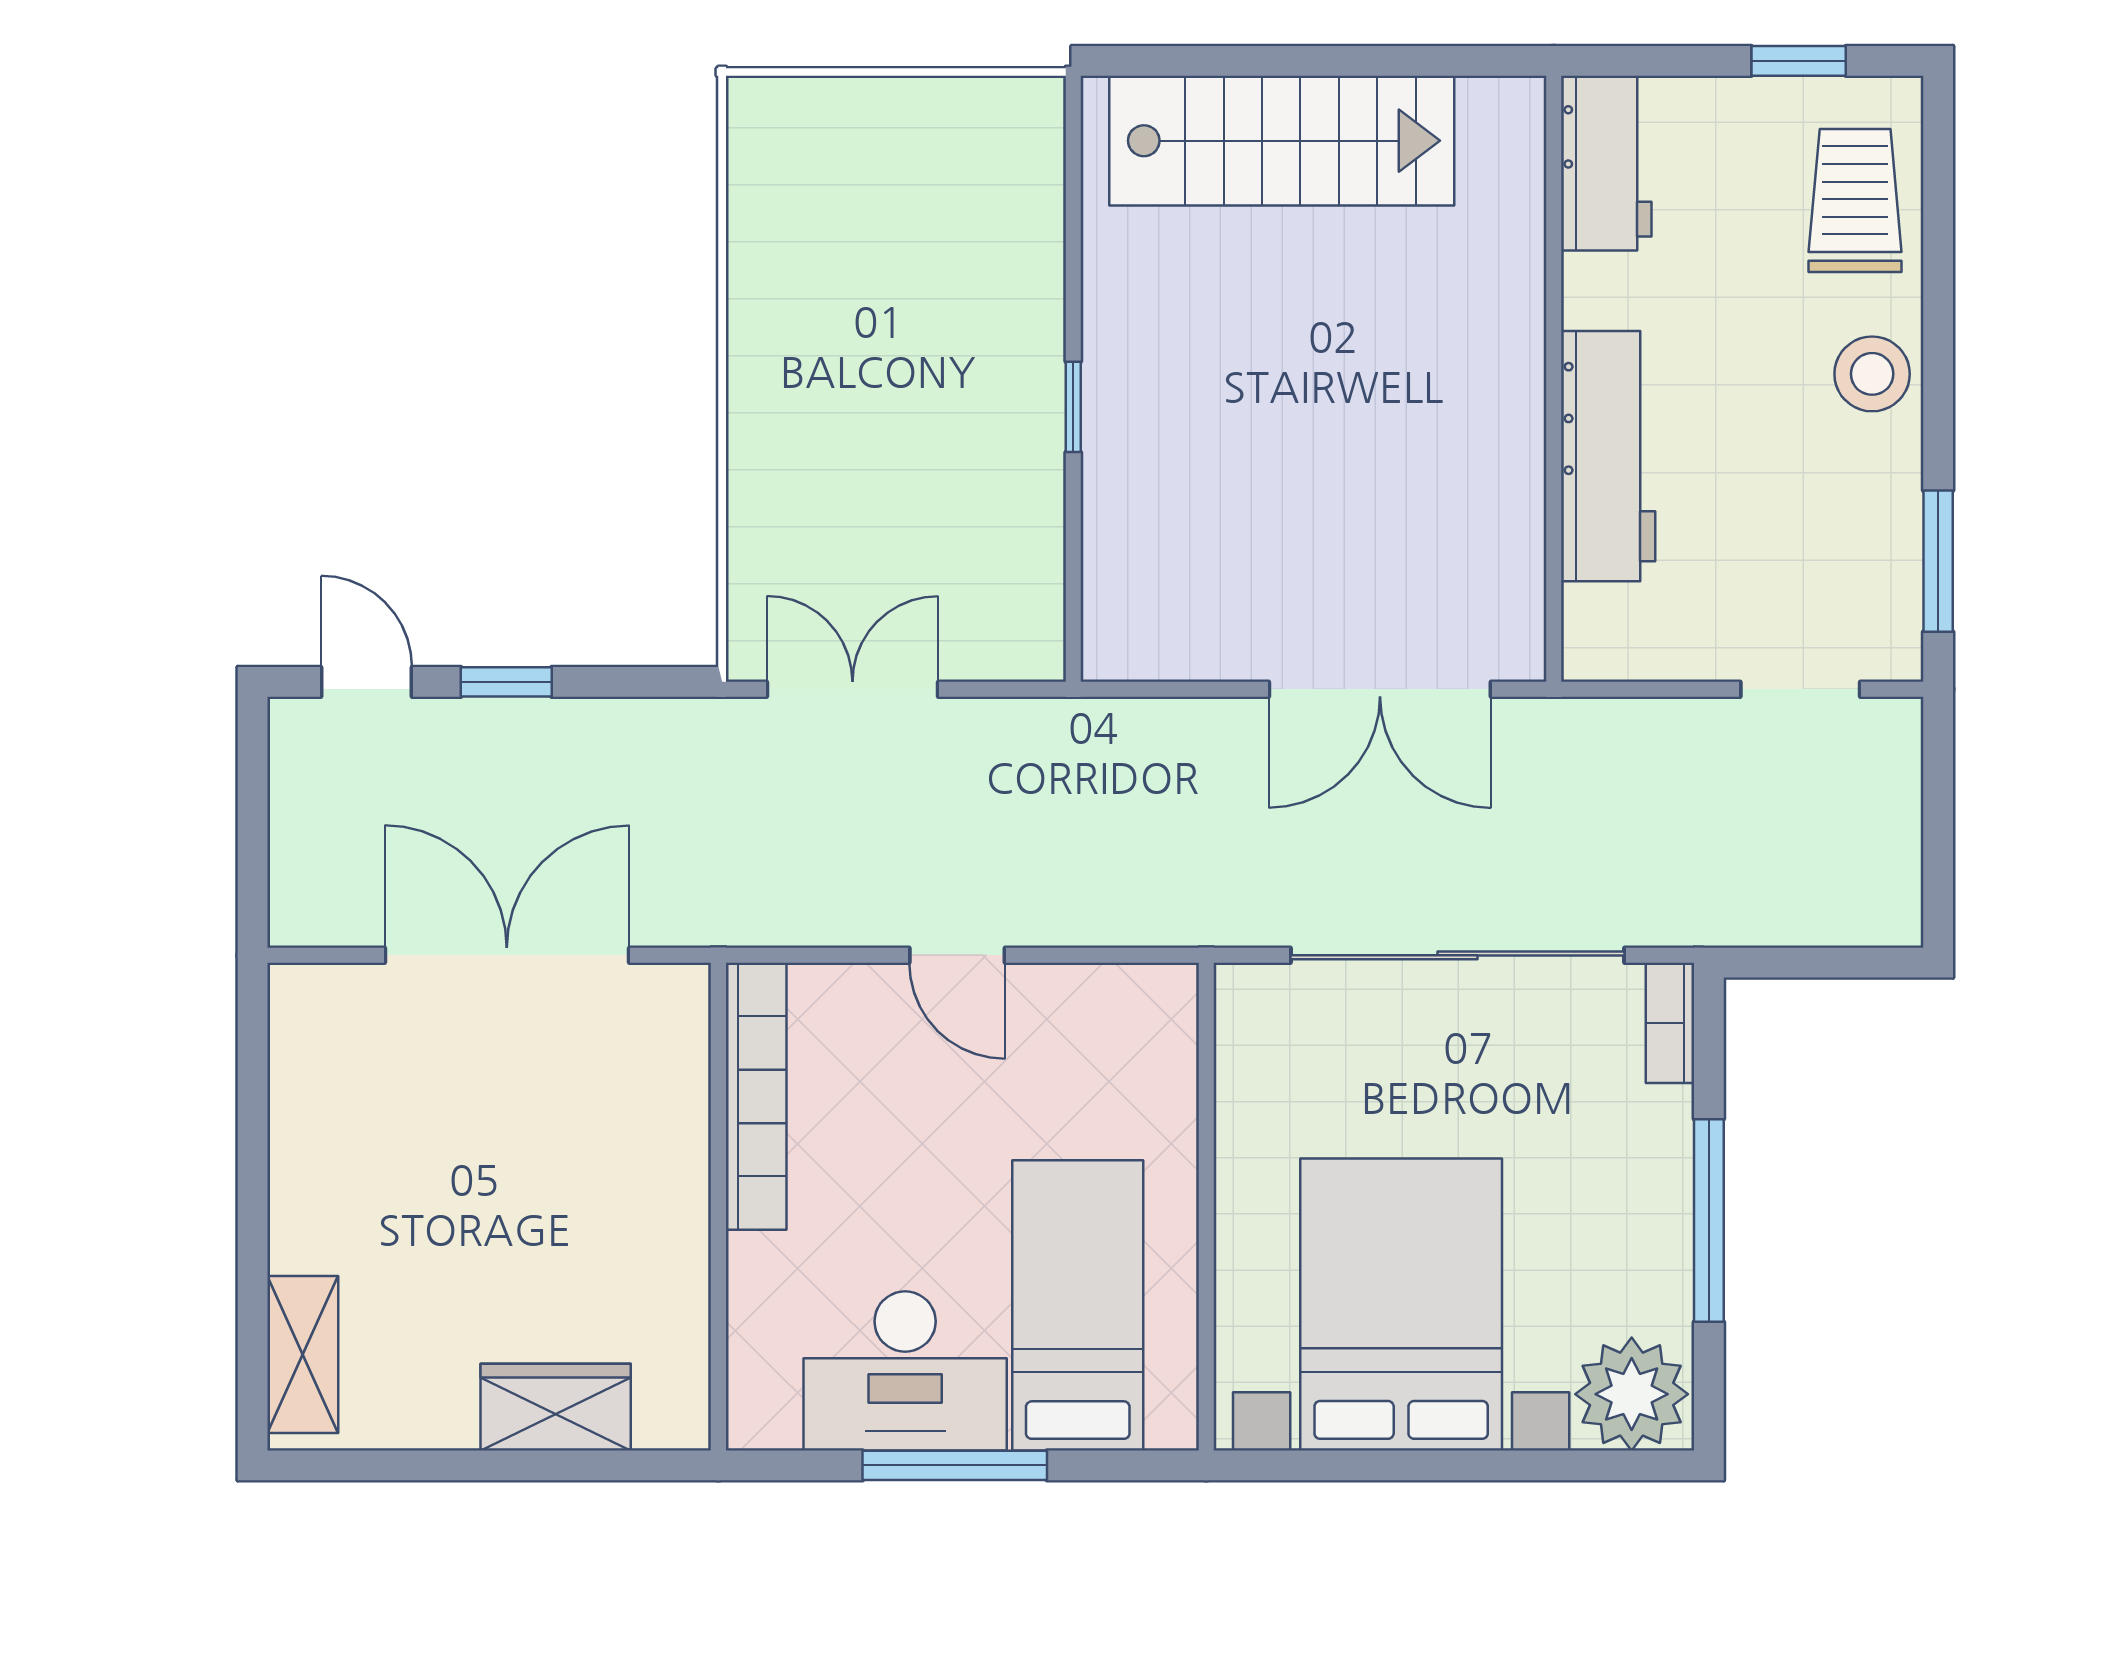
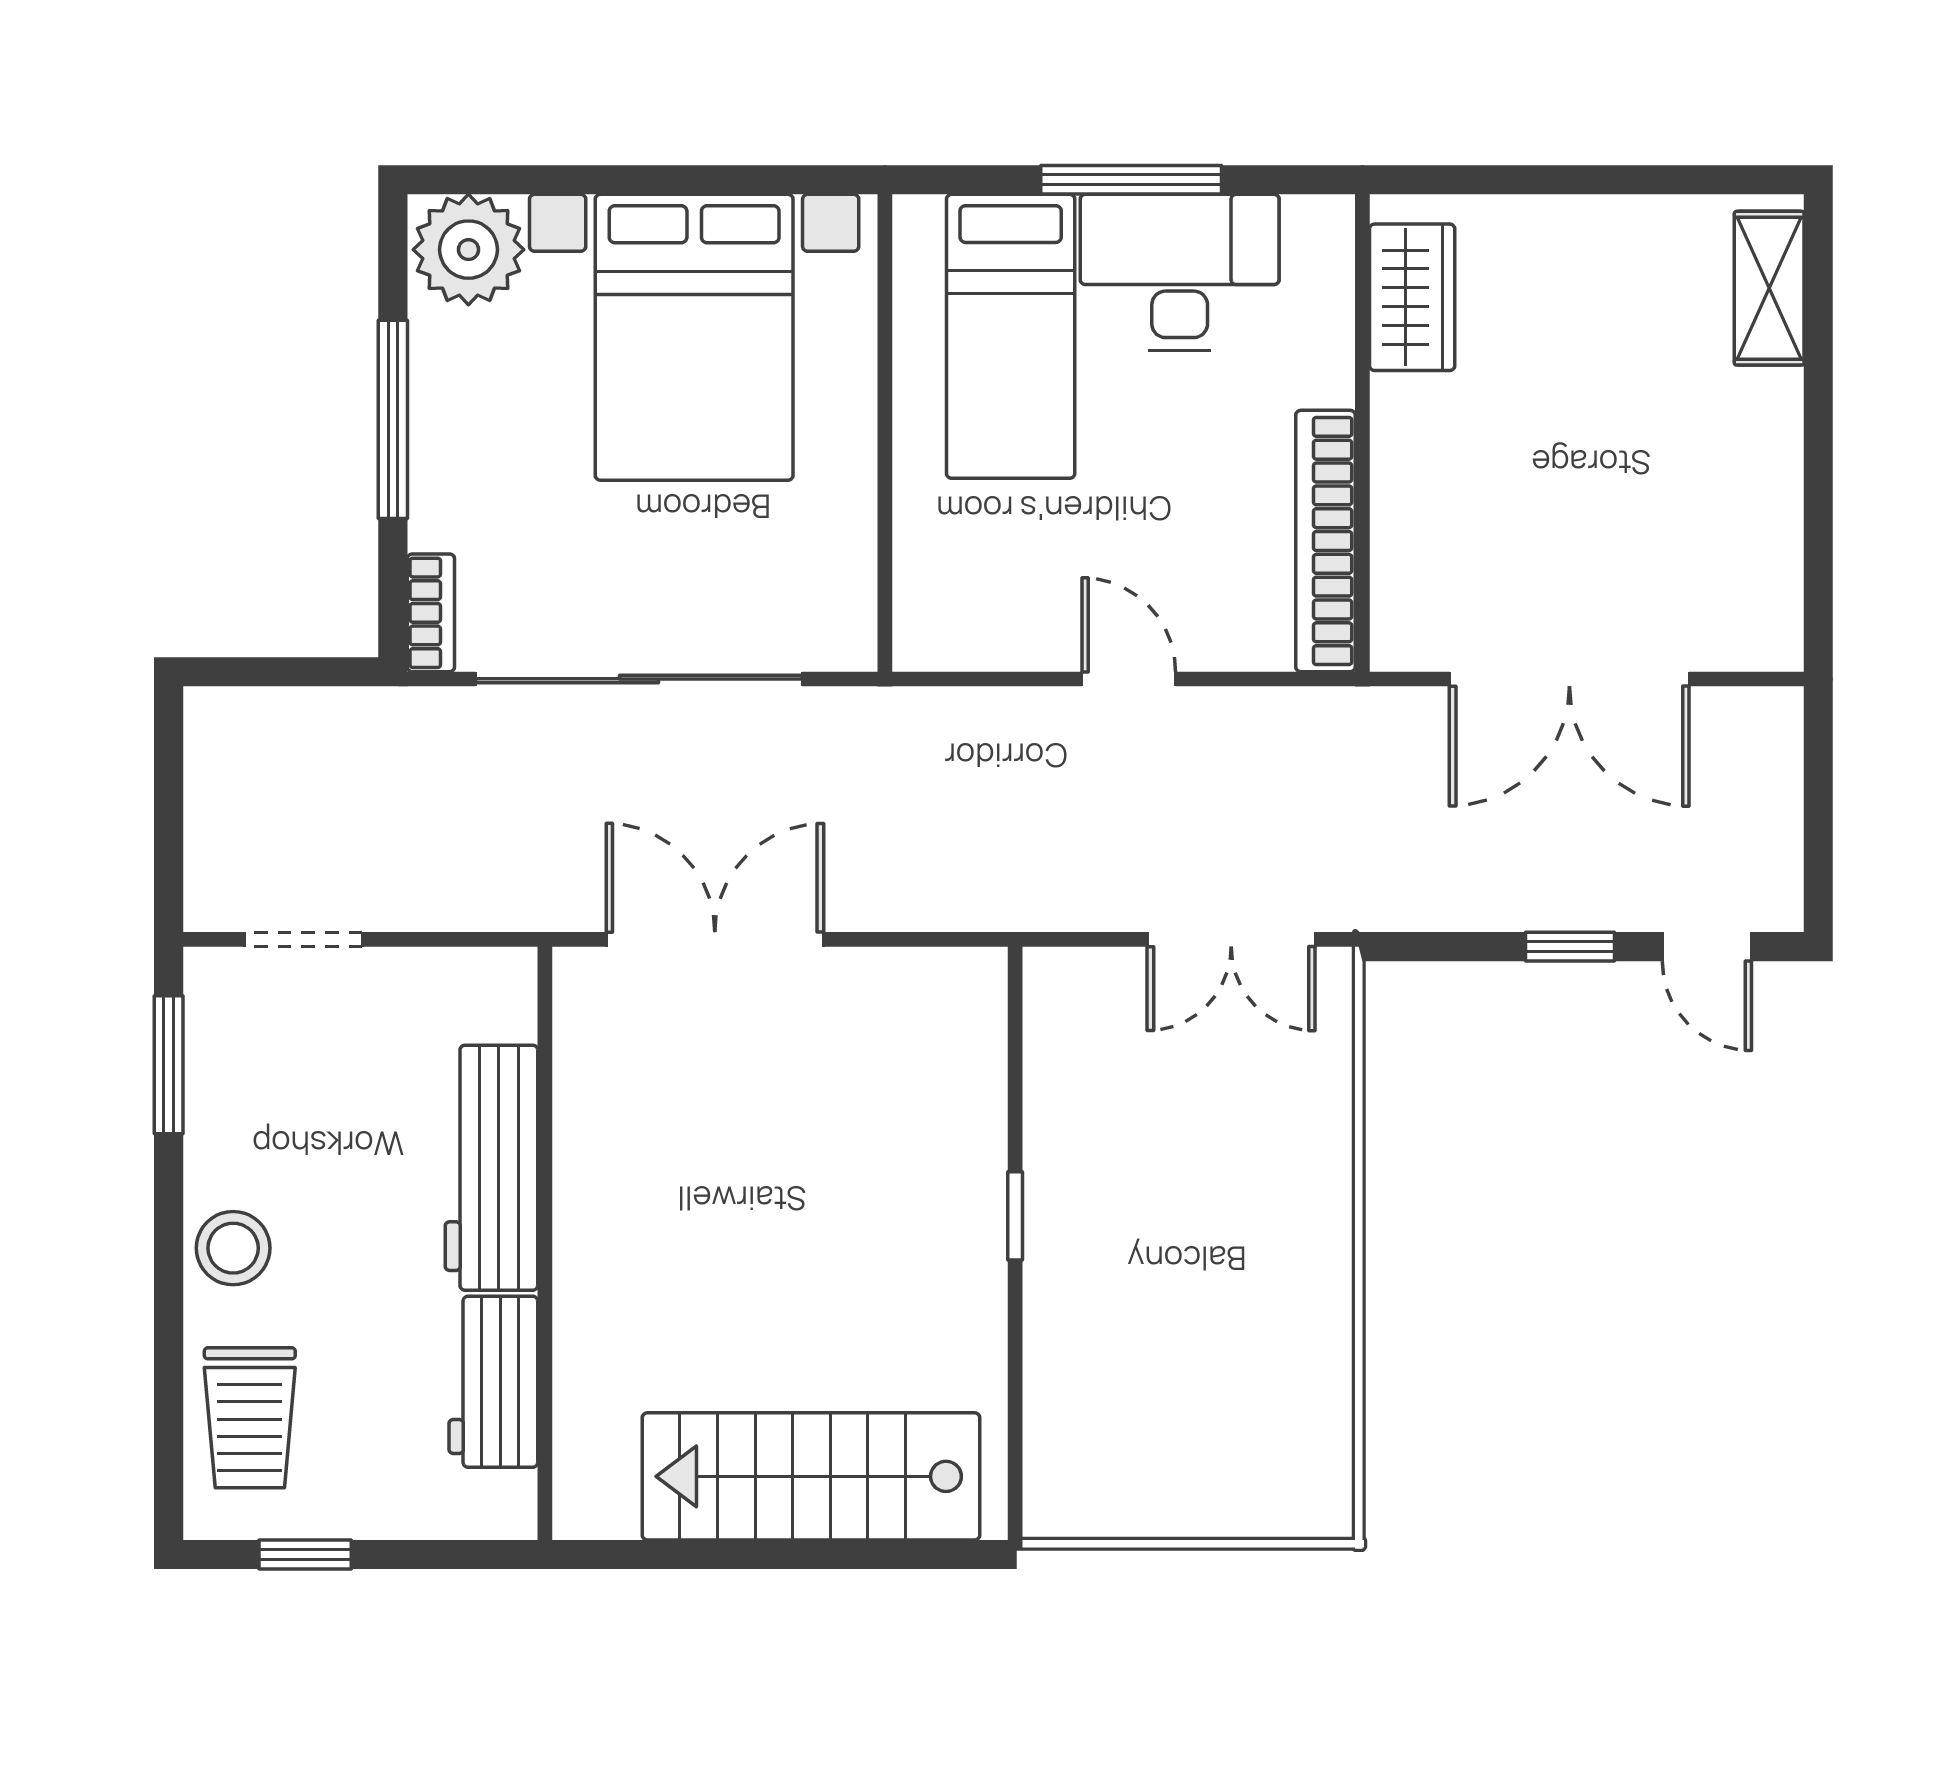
workbench: (1606, 163) -> (493, 1382), moved
wardrobe: (556, 1407) -> (1412, 297), moved, turned -90

